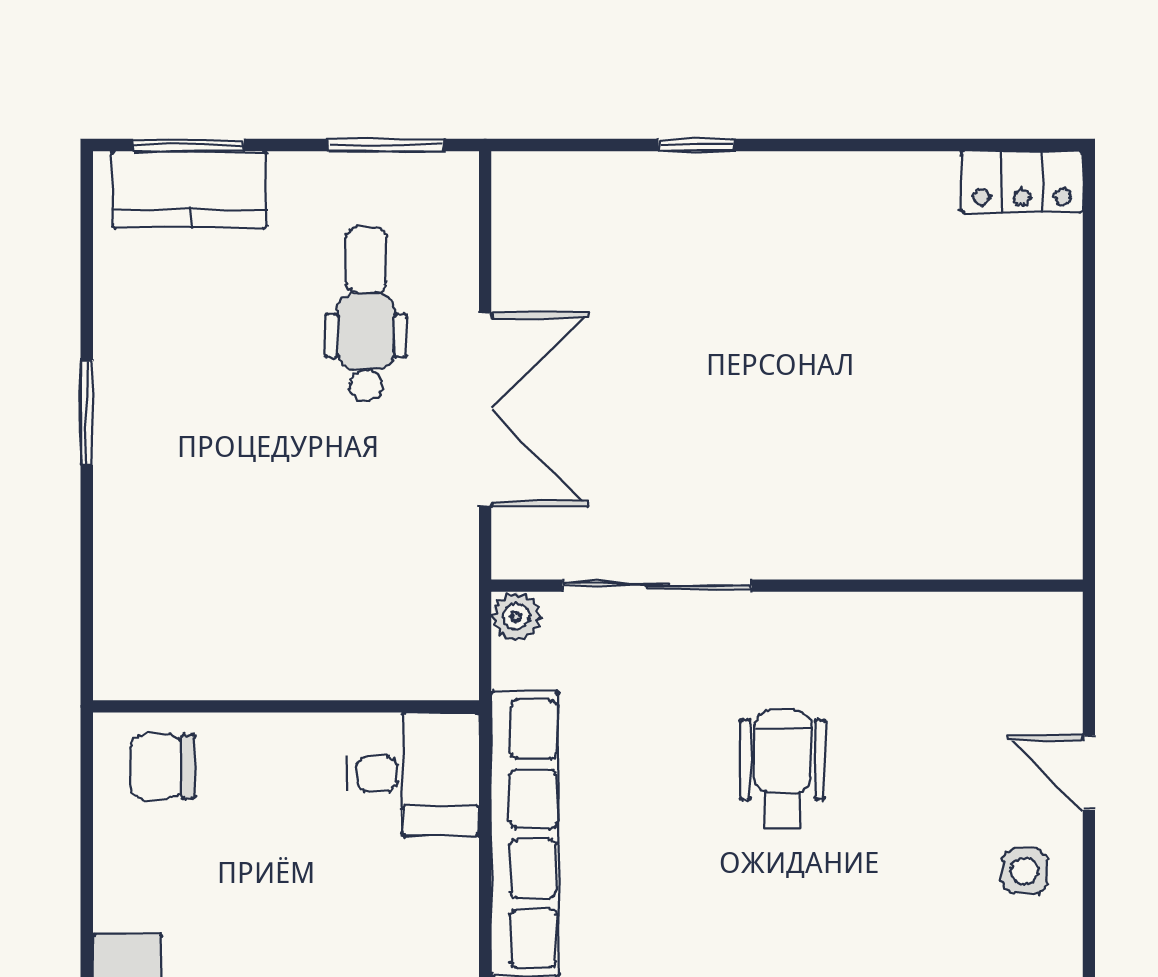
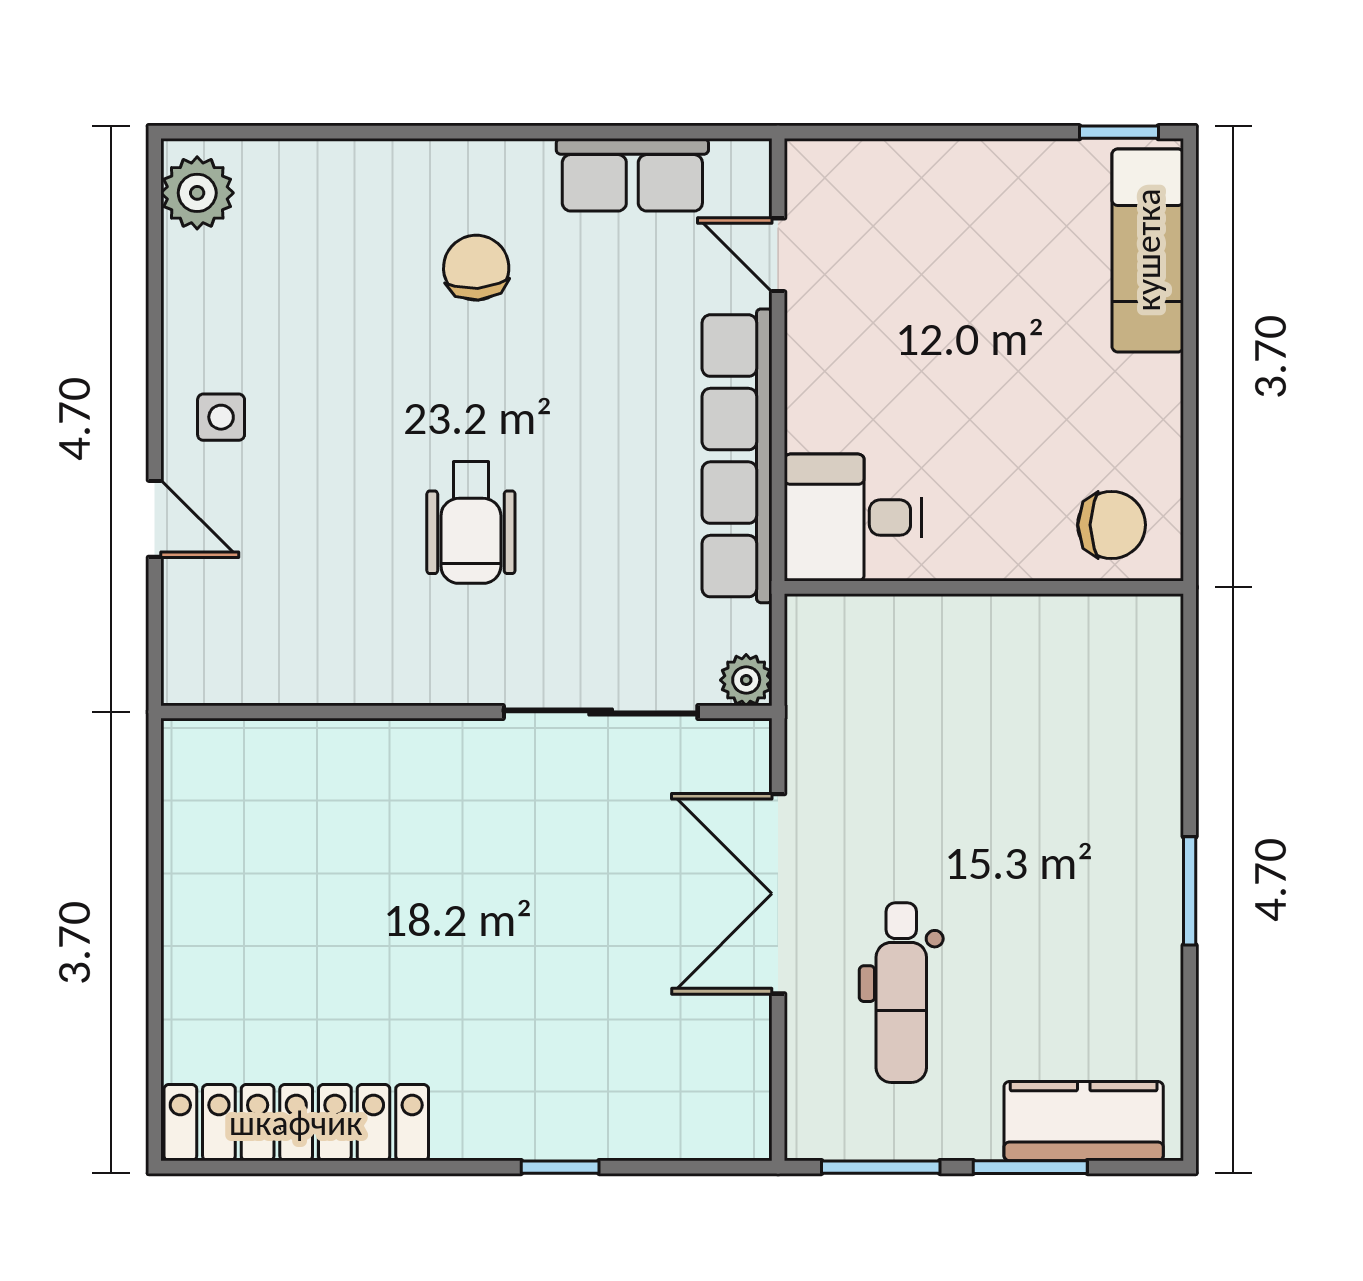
window: (188, 145) -> (1030, 1167), moved
locker: (1022, 182) -> (296, 1123), width x2.16, depth x1.21

